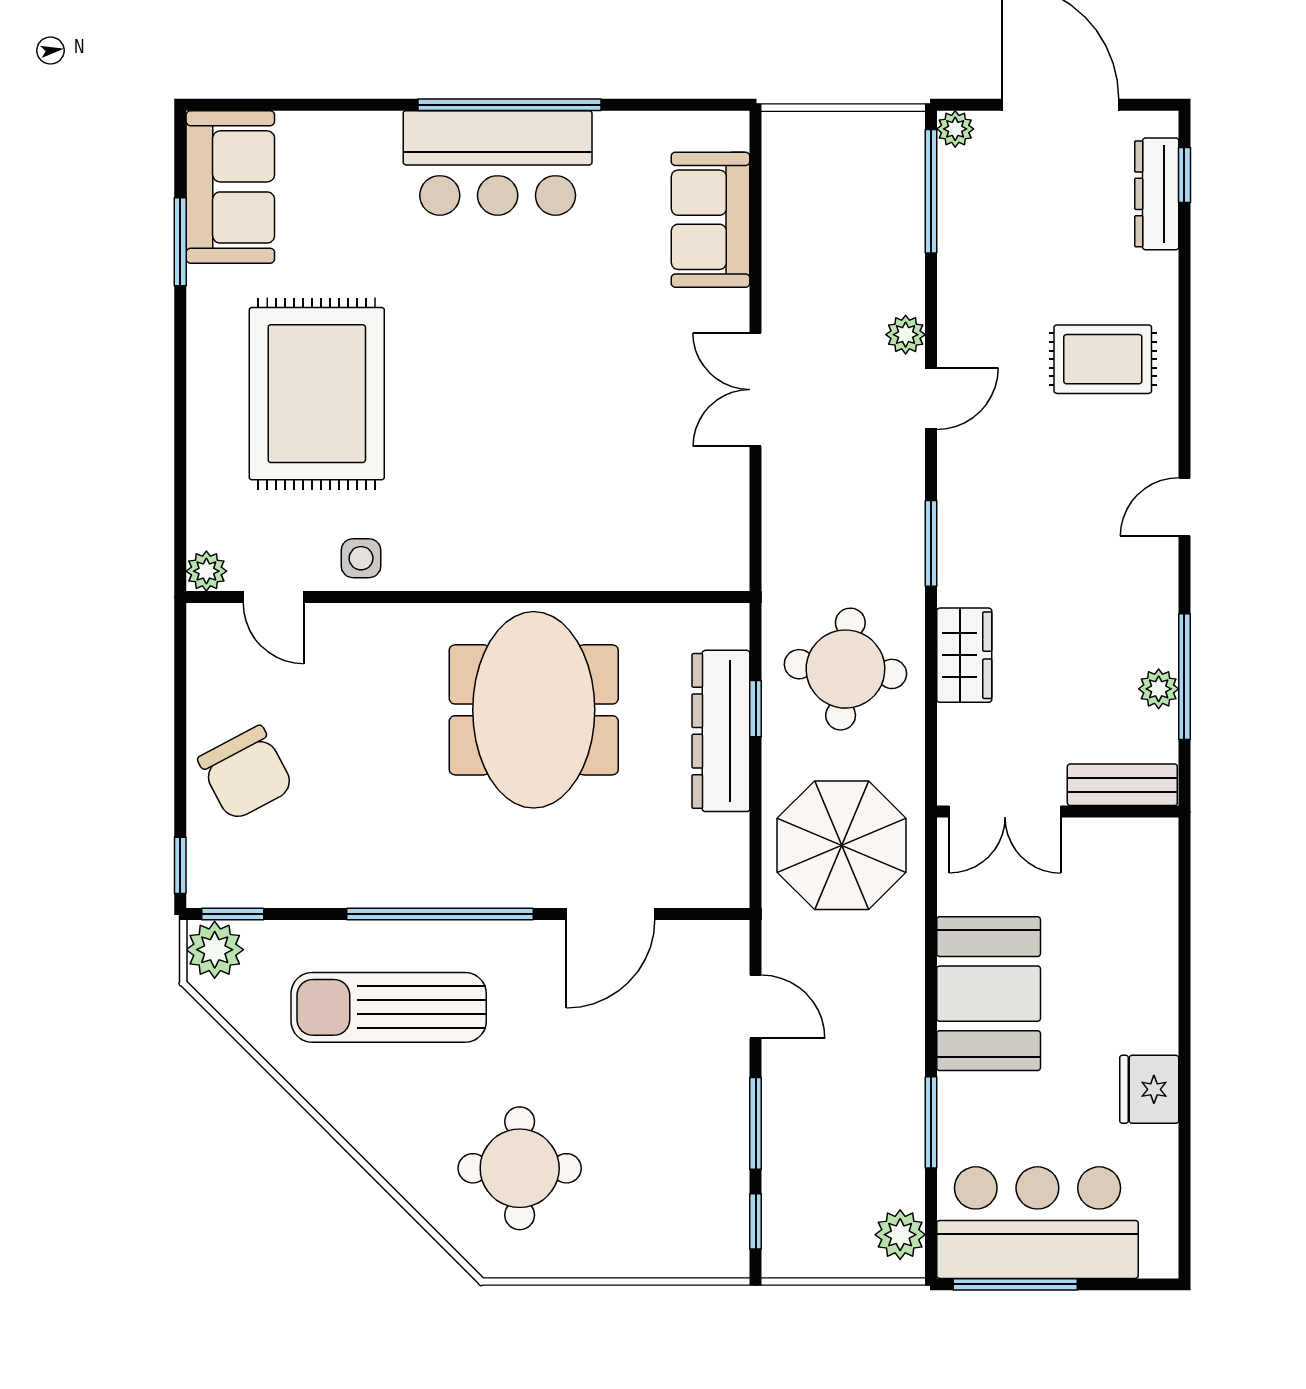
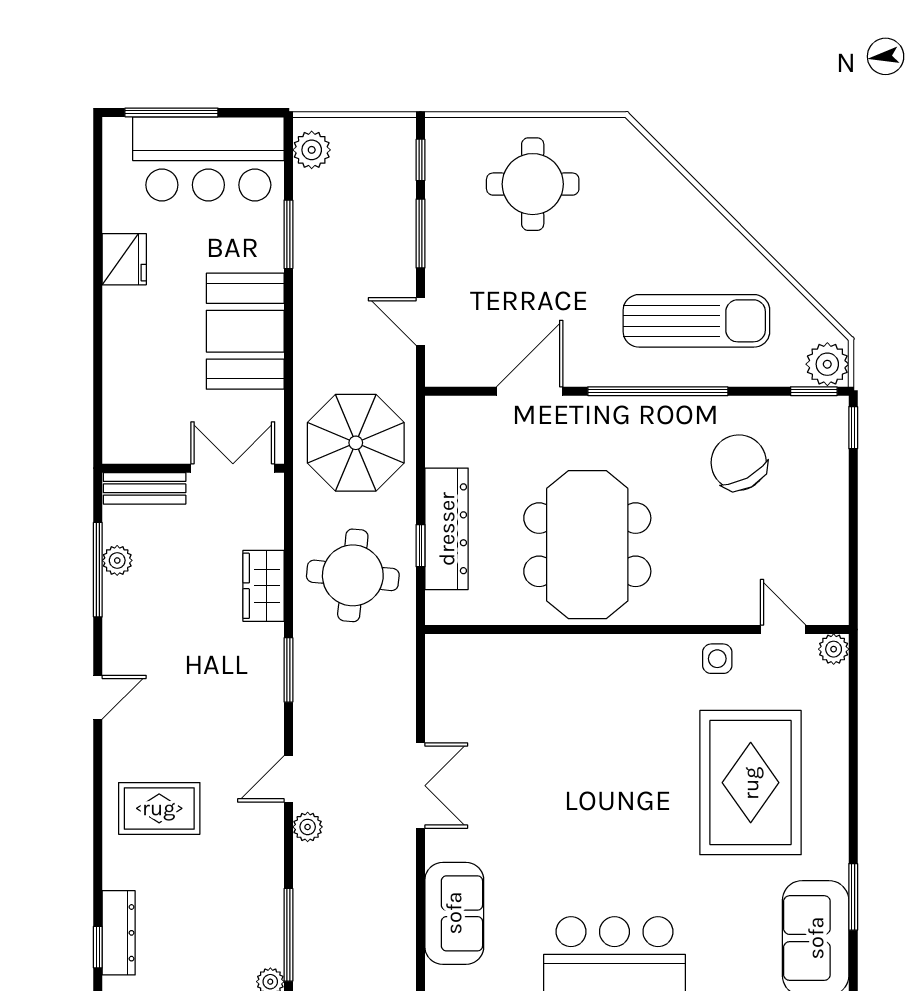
chair: (246, 773) -> (739, 463), moved
round table: (520, 1168) -> (533, 184), moved
window: (1015, 1284) -> (171, 112), moved

